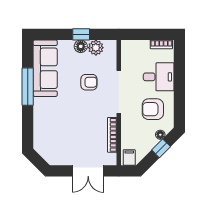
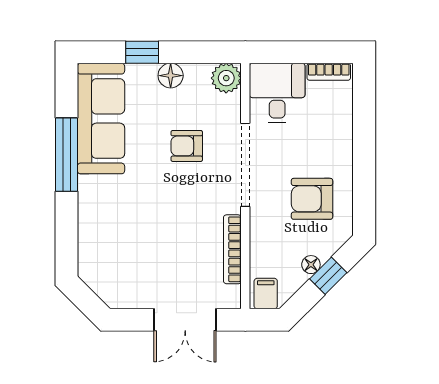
window: (81, 34) -> (142, 52), moved
plant: (96, 48) -> (226, 78), moved
desk: (159, 77) -> (277, 93), moved, turned -90
armchair: (89, 82) -> (187, 146), turned 180
floor lamp: (160, 135) -> (311, 265), moved

